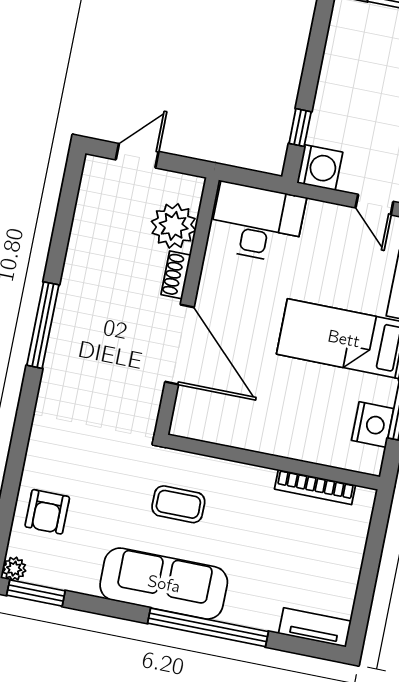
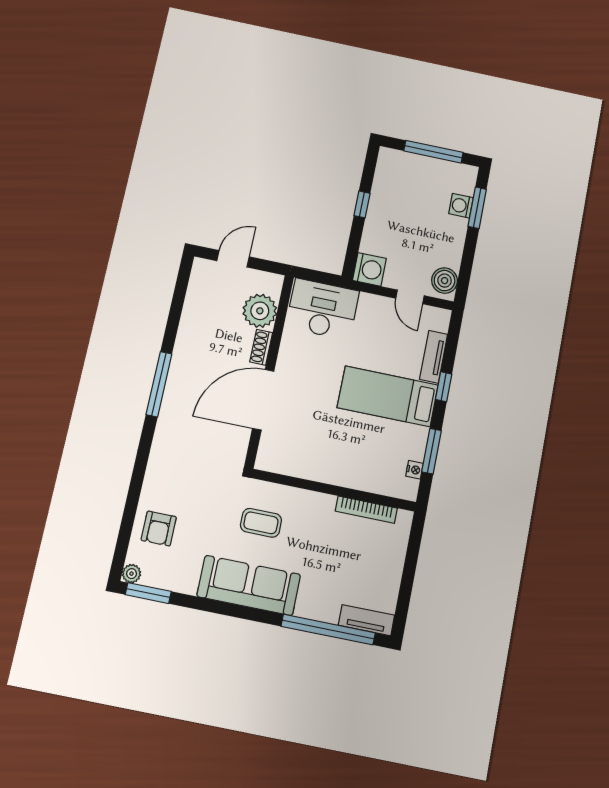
window: (300, 128) -> (362, 204), moved
door: (179, 344) -> (263, 400), swing flipped
nightstand: (373, 425) -> (414, 470), width x0.53, depth x0.56
window: (208, 627) -> (328, 630), moved

